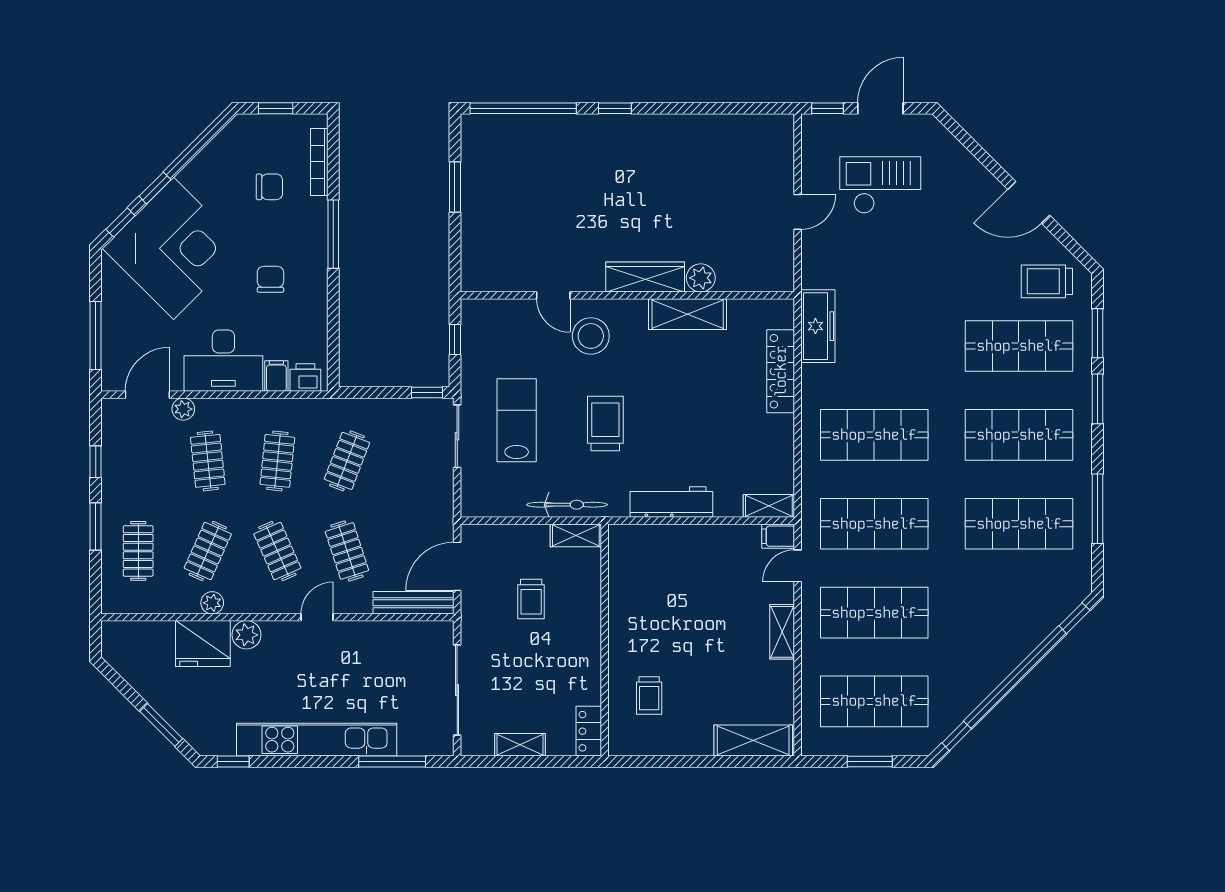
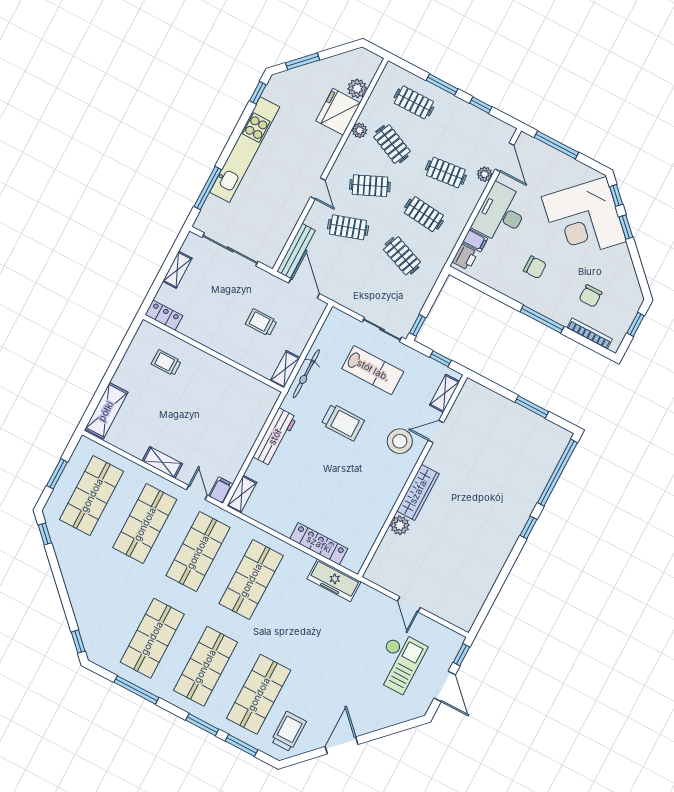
shelving: (688, 314) -> (445, 393), moved, width x0.67, depth x0.75
plant: (246, 635) -> (357, 88), moved

